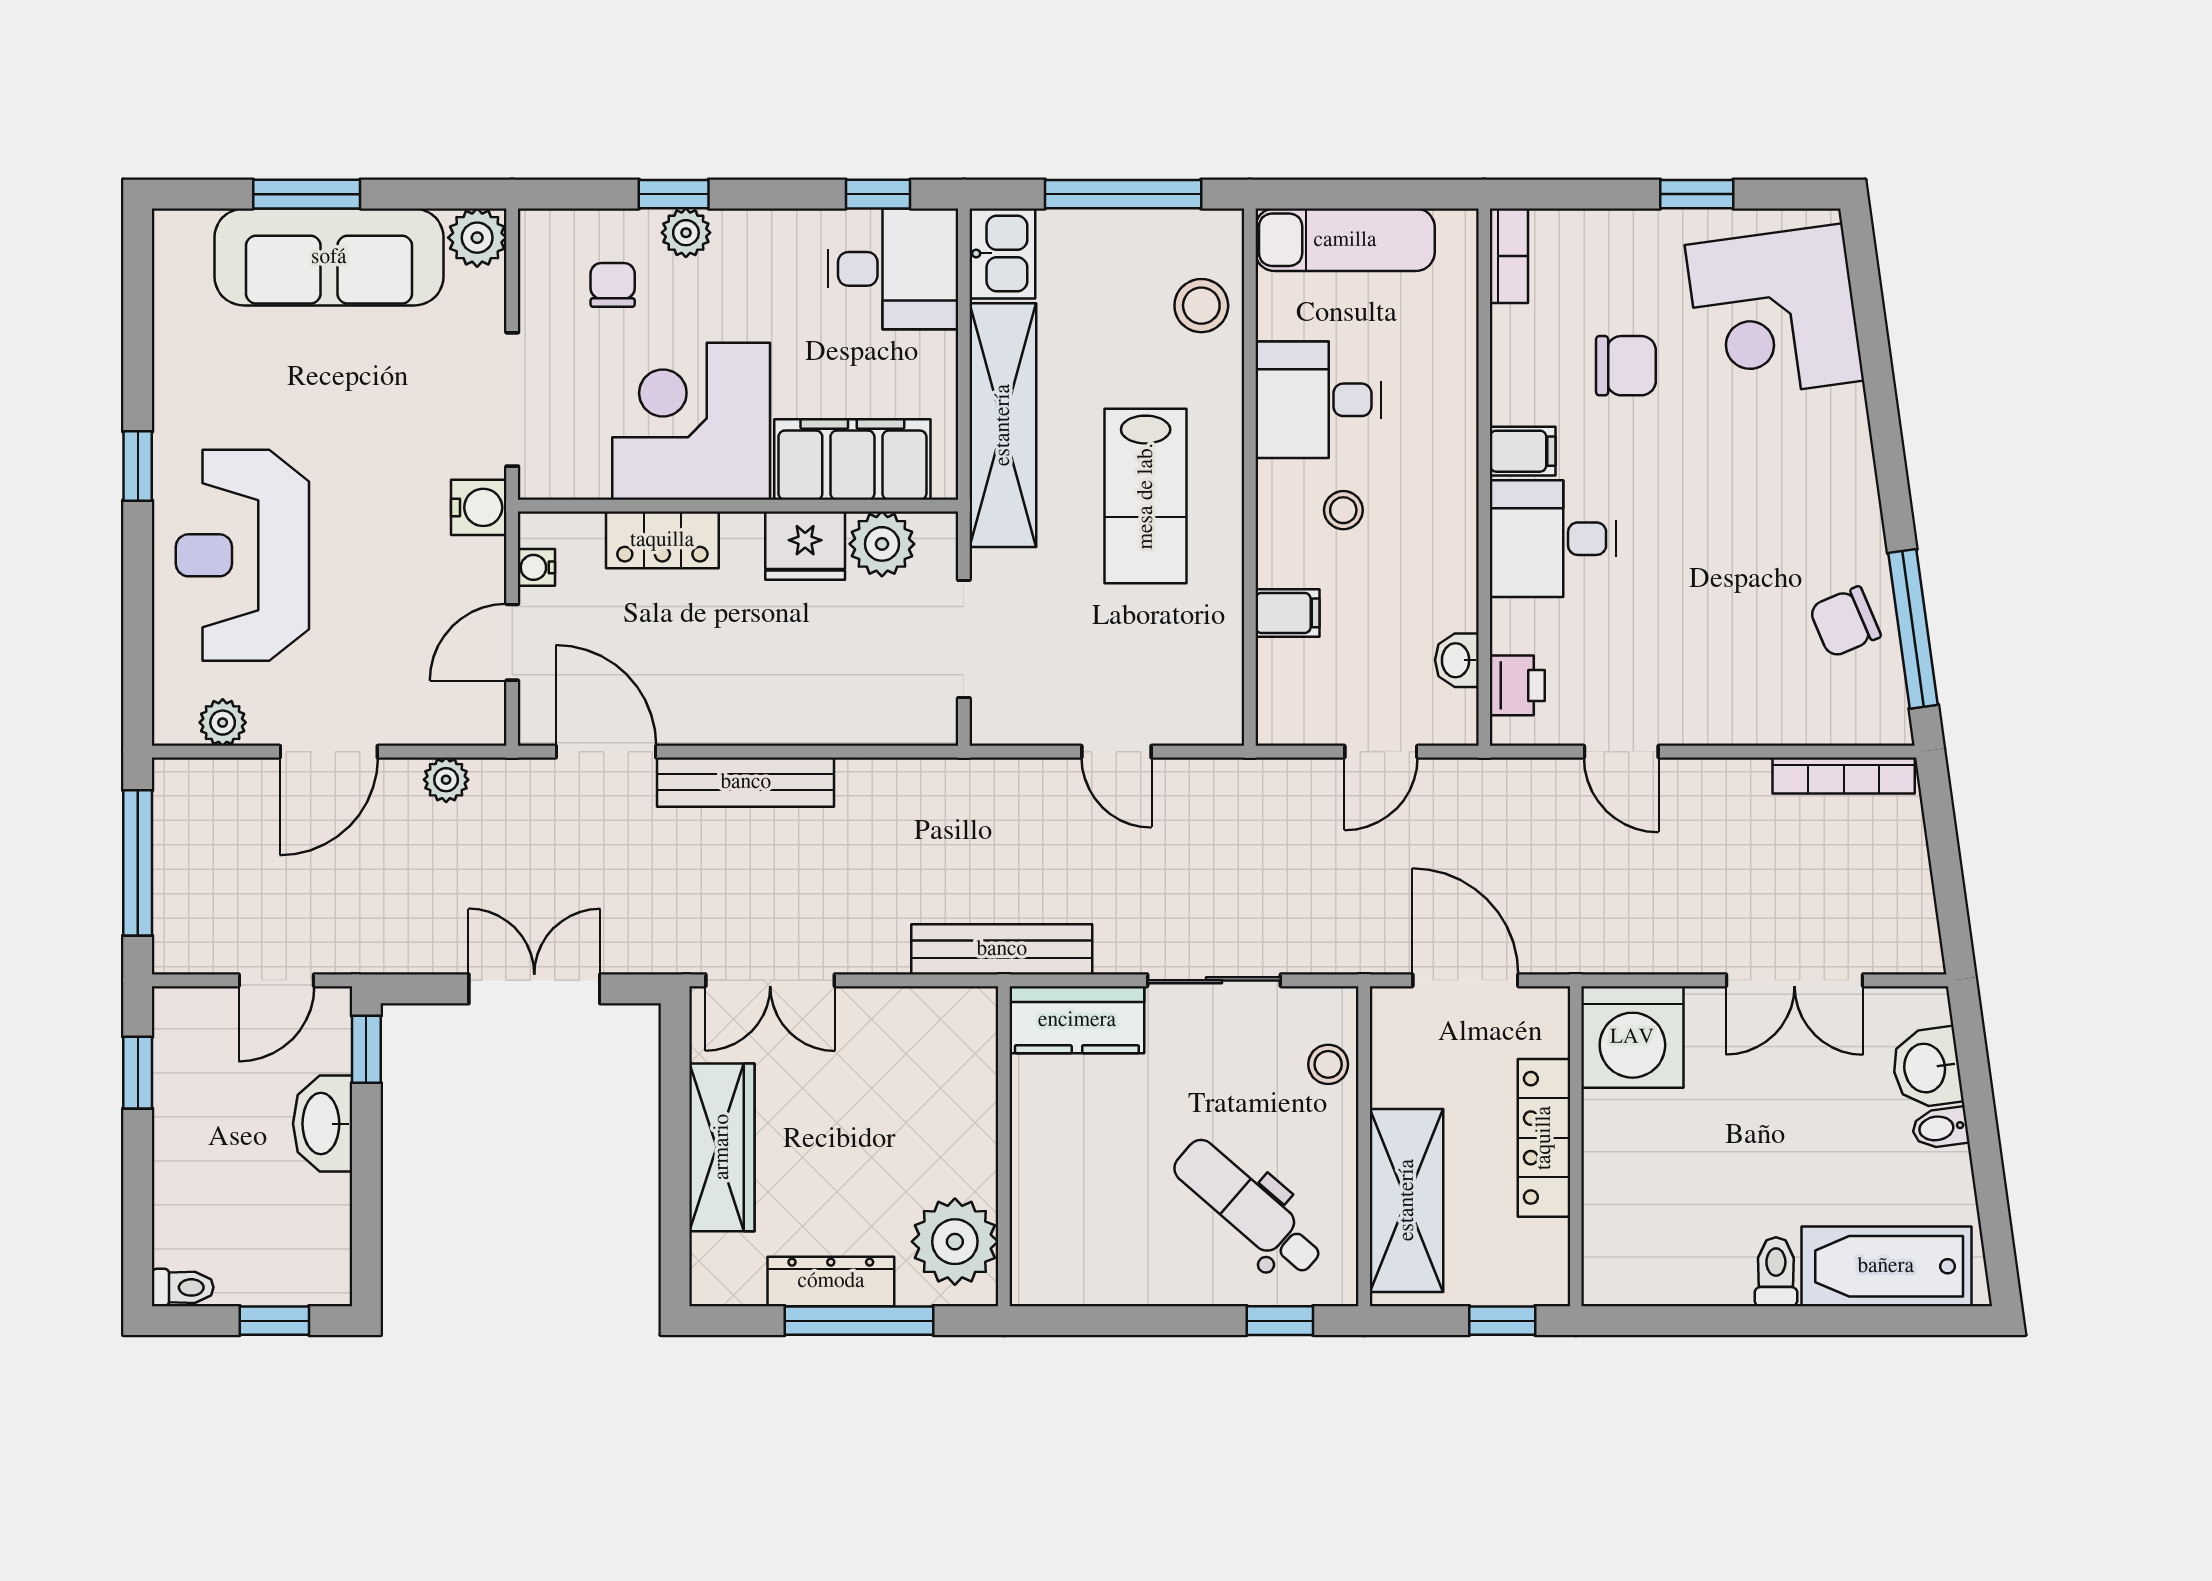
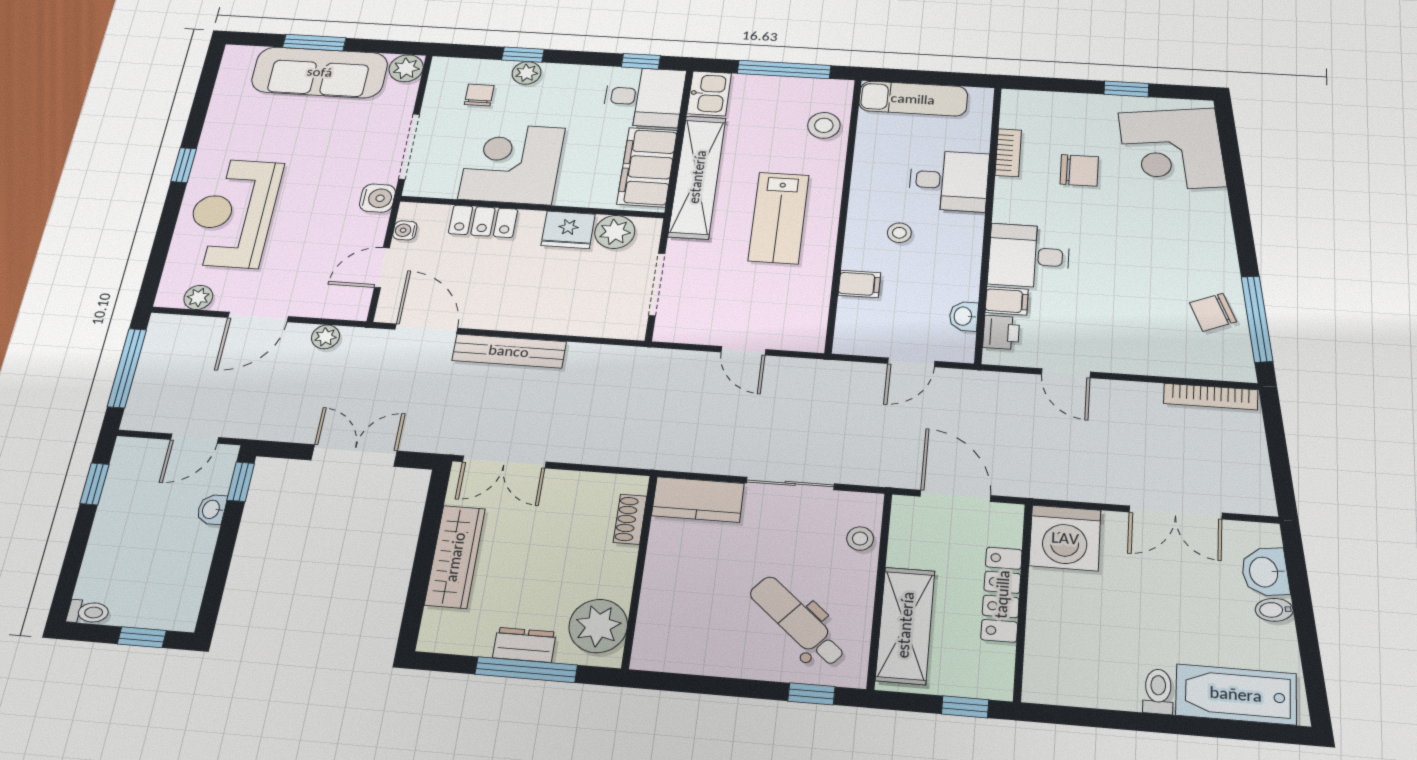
bookcase: (1509, 256) -> (1008, 153), moved
desk: (1318, 400) -> (949, 181), moved, turned 180
filing cabinet: (1523, 451) -> (1007, 301), moved
filing cabinet: (852, 460) -> (647, 167), moved, turned -90
bench: (1002, 949) -> (655, 455), removed
shoe rack: (978, 1062) -> (630, 519), added
washbasin: (323, 1124) -> (212, 509), width x0.52, depth x0.69
dresser: (831, 1281) -> (524, 645), width x0.70

